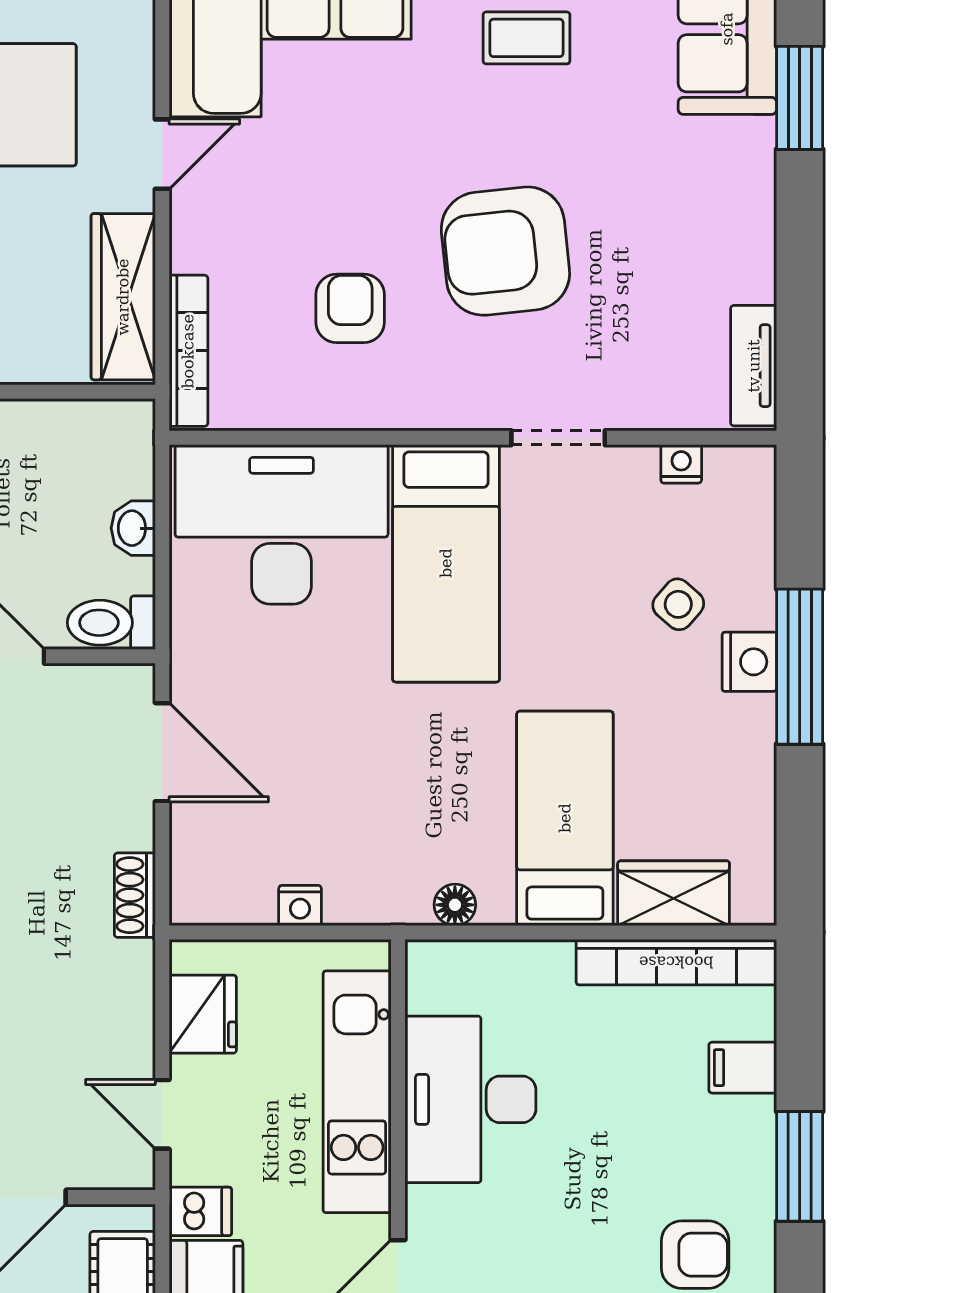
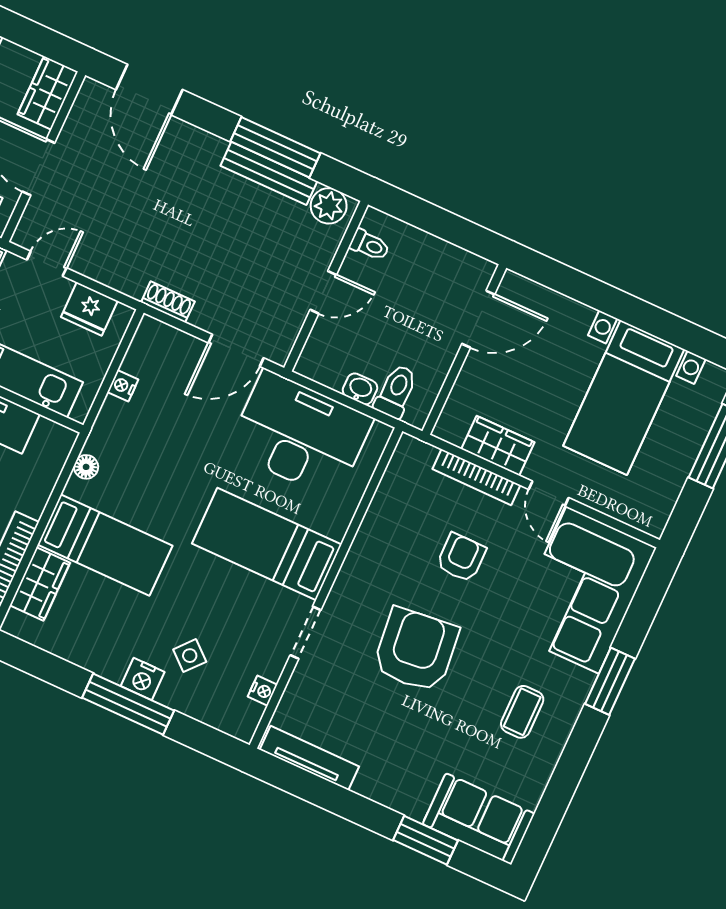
wardrobe: (123, 297) -> (498, 446), width x0.67
armchair: (350, 308) -> (461, 558), moved, turned -90
bookcase: (188, 351) -> (476, 477), moved
tv unit: (754, 366) -> (309, 758), width x1.41
desk: (282, 524) -> (300, 435), moved, turned -90
toilet: (111, 623) -> (396, 391), moved

